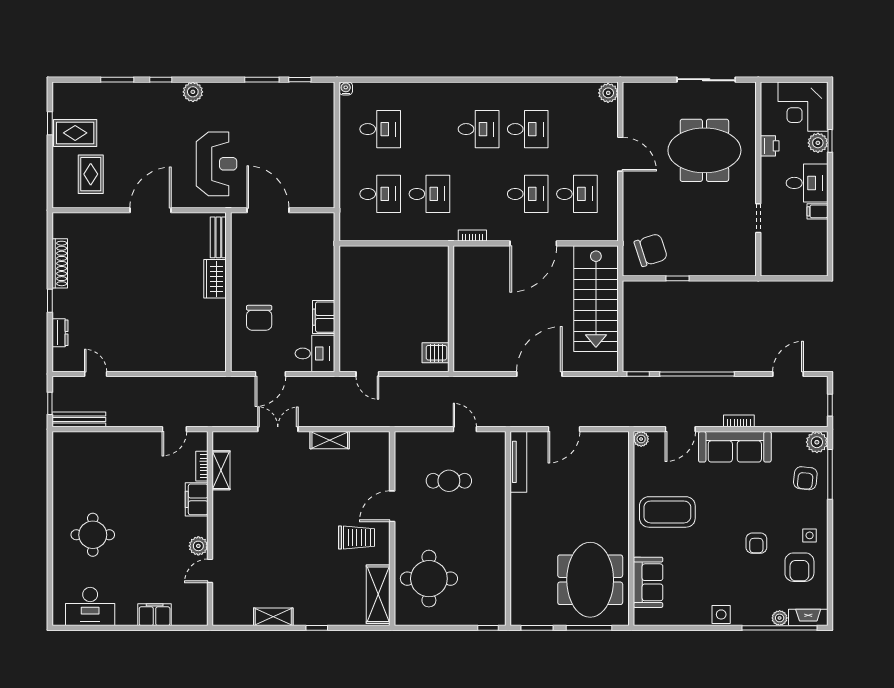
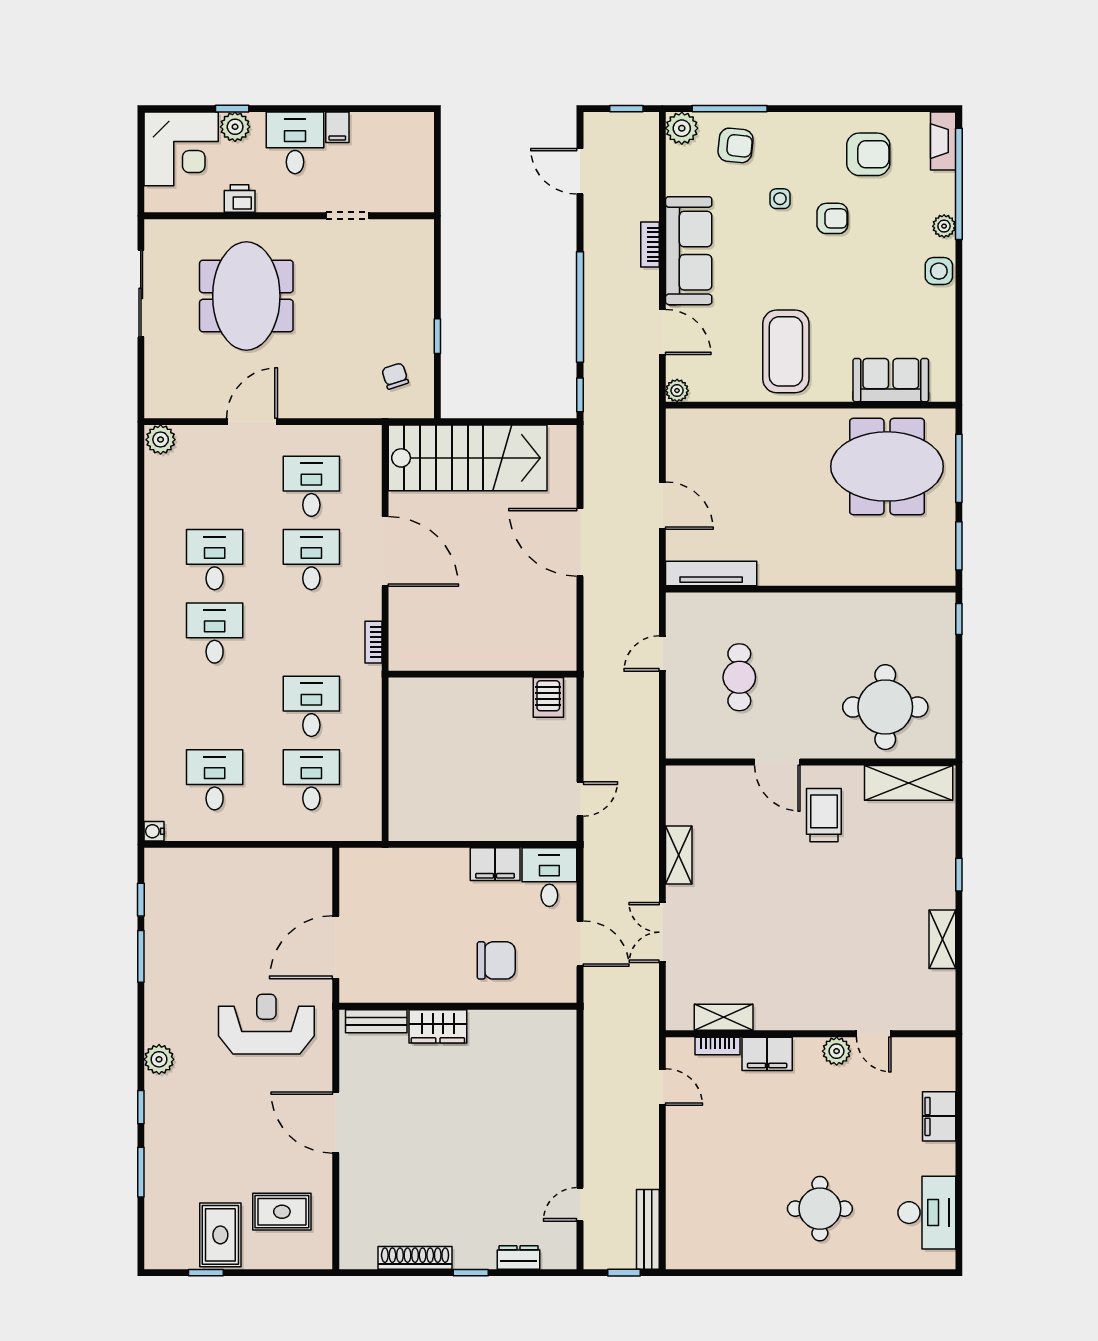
chair: (651, 250) -> (395, 376), width x0.54, depth x0.54
side table: (810, 535) -> (780, 199), moved
plant: (780, 618) -> (944, 226), moved

